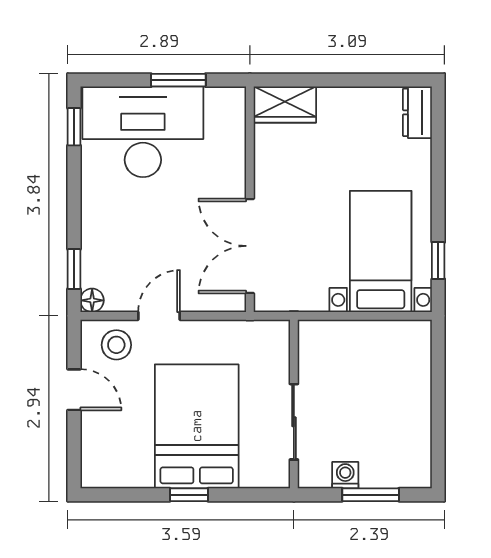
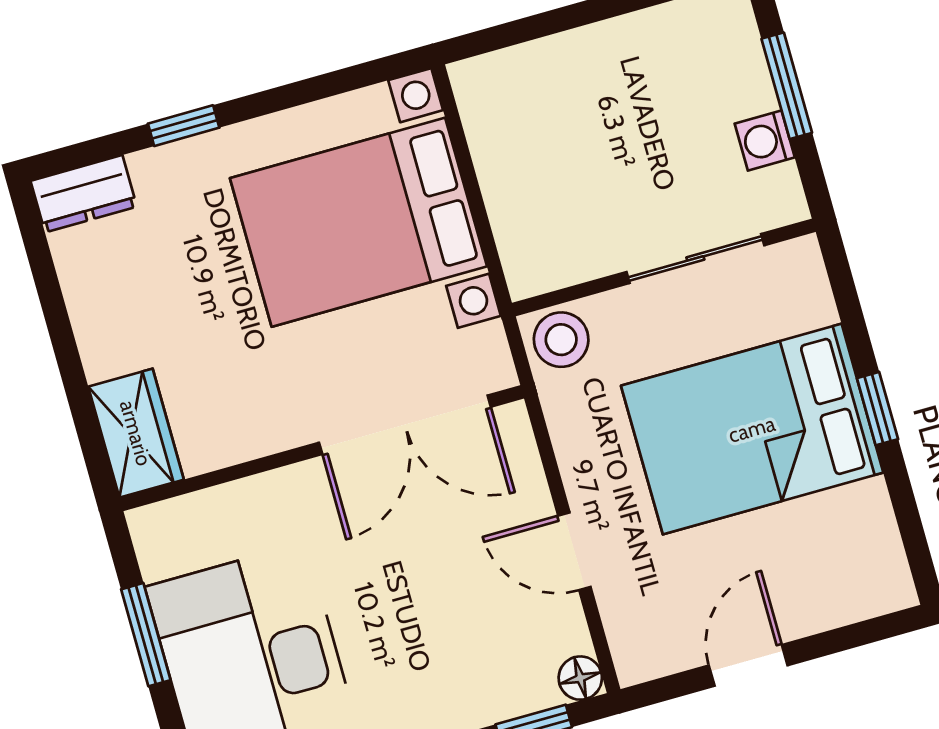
bed with nightstands: (381, 251) -> (358, 222), width x1.36
window: (438, 261) -> (184, 126), moved
stool: (116, 345) -> (561, 340), moved

